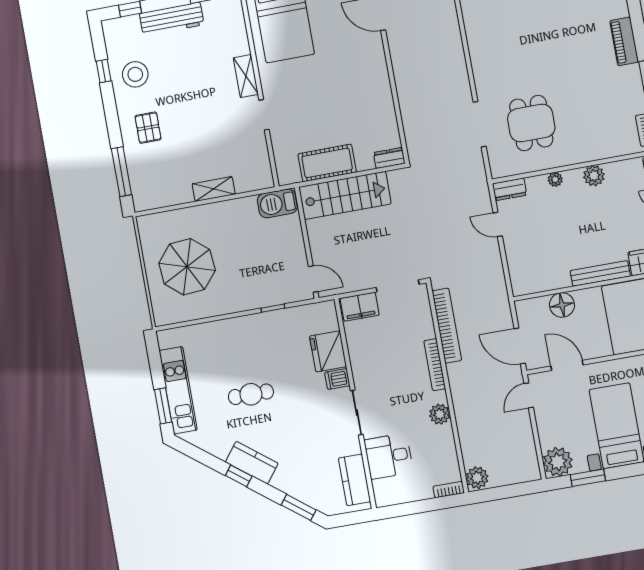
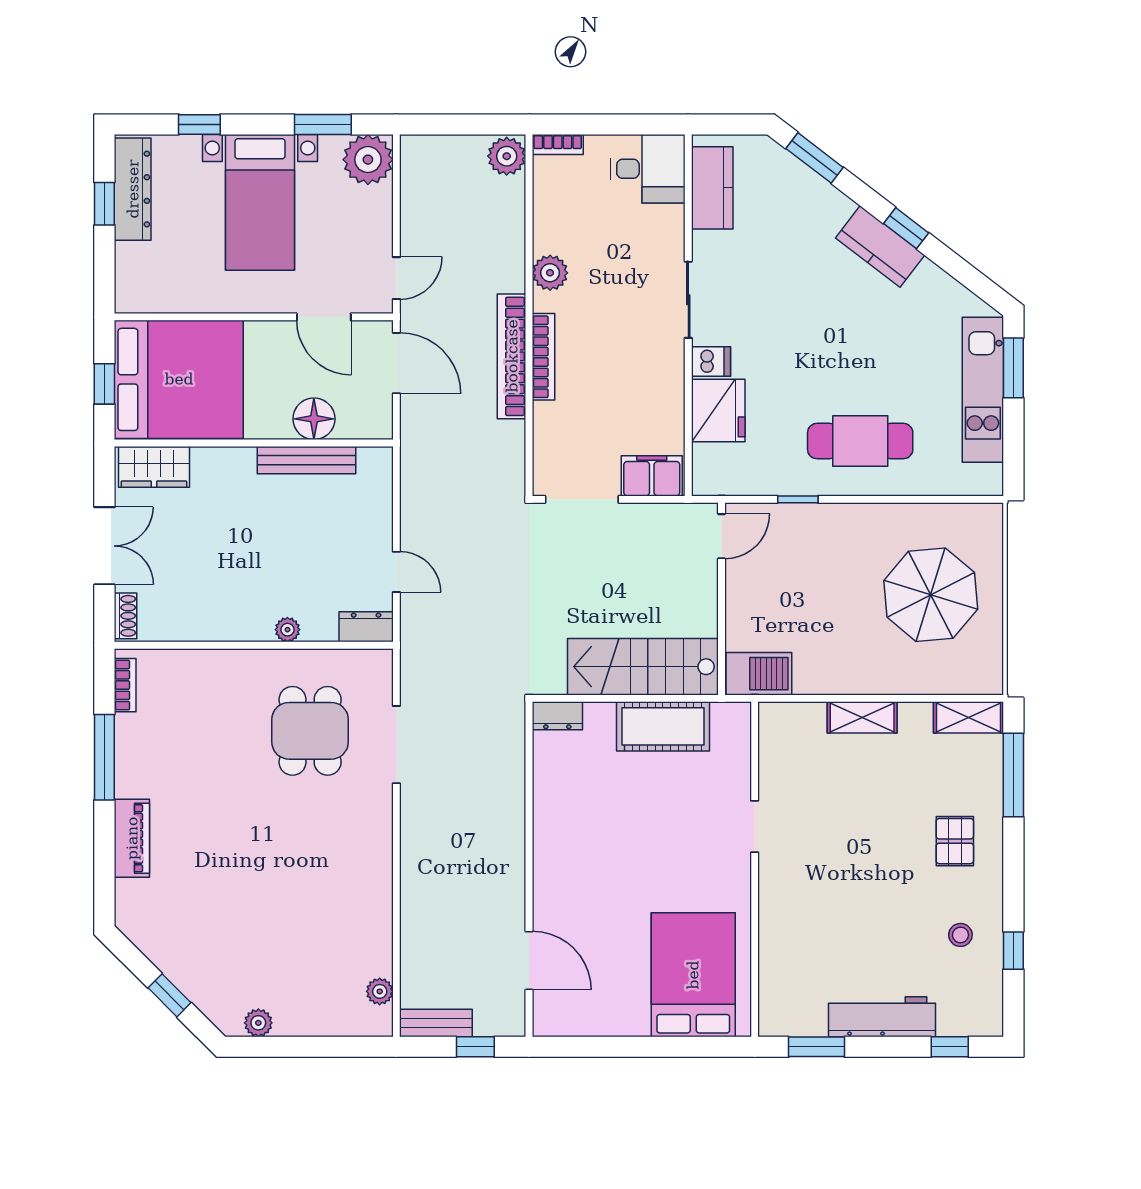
stool: (135, 74) -> (960, 935), width x0.53, depth x0.53
shelving: (246, 76) -> (969, 717), moved, turned 90
plant: (594, 176) -> (222, 624), removed
bench: (600, 273) -> (307, 460), moved
door: (313, 279) -> (721, 536), swing flipped
bookcase: (447, 326) -> (512, 356), moved
cafe table: (251, 394) -> (860, 441), moved, width x1.37, depth x1.35
desk: (389, 456) -> (648, 169), moved

